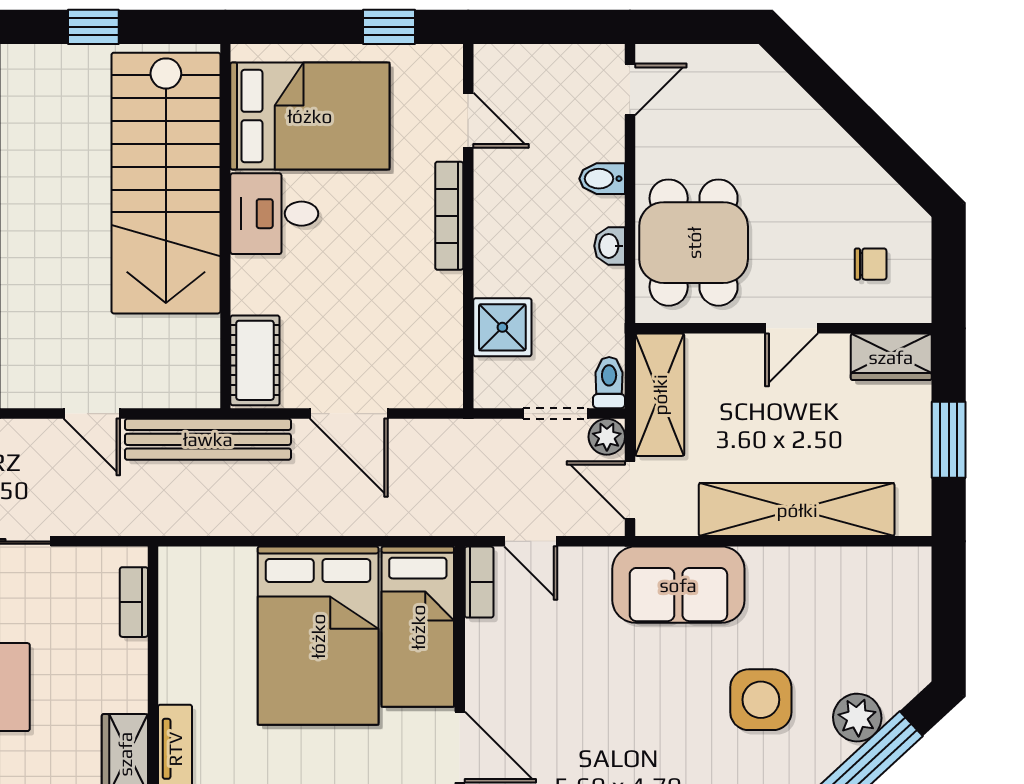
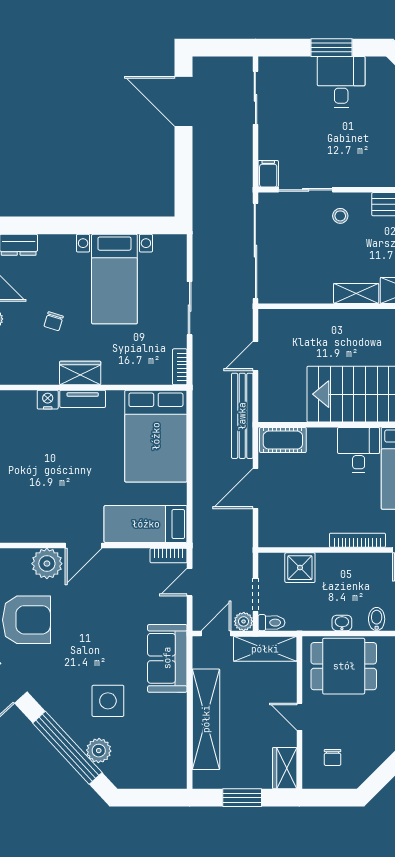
bookcase: (134, 602) -> (180, 367), moved, turned -90
bed: (318, 636) -> (156, 436), moved, turned -90

